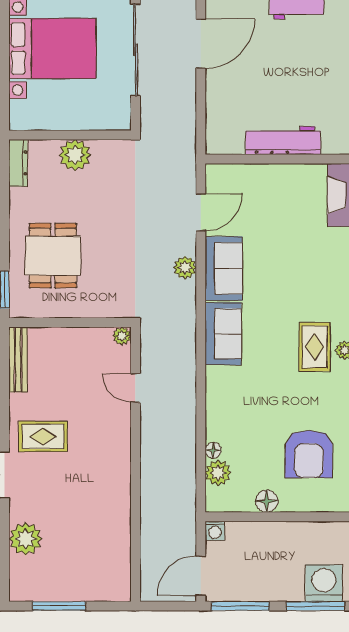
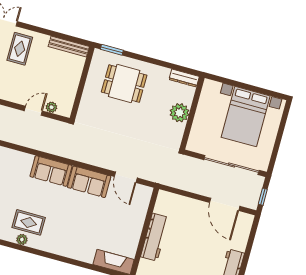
plant: (185, 268) -> (96, 159), removed
plant: (122, 336) -> (51, 107), moved

